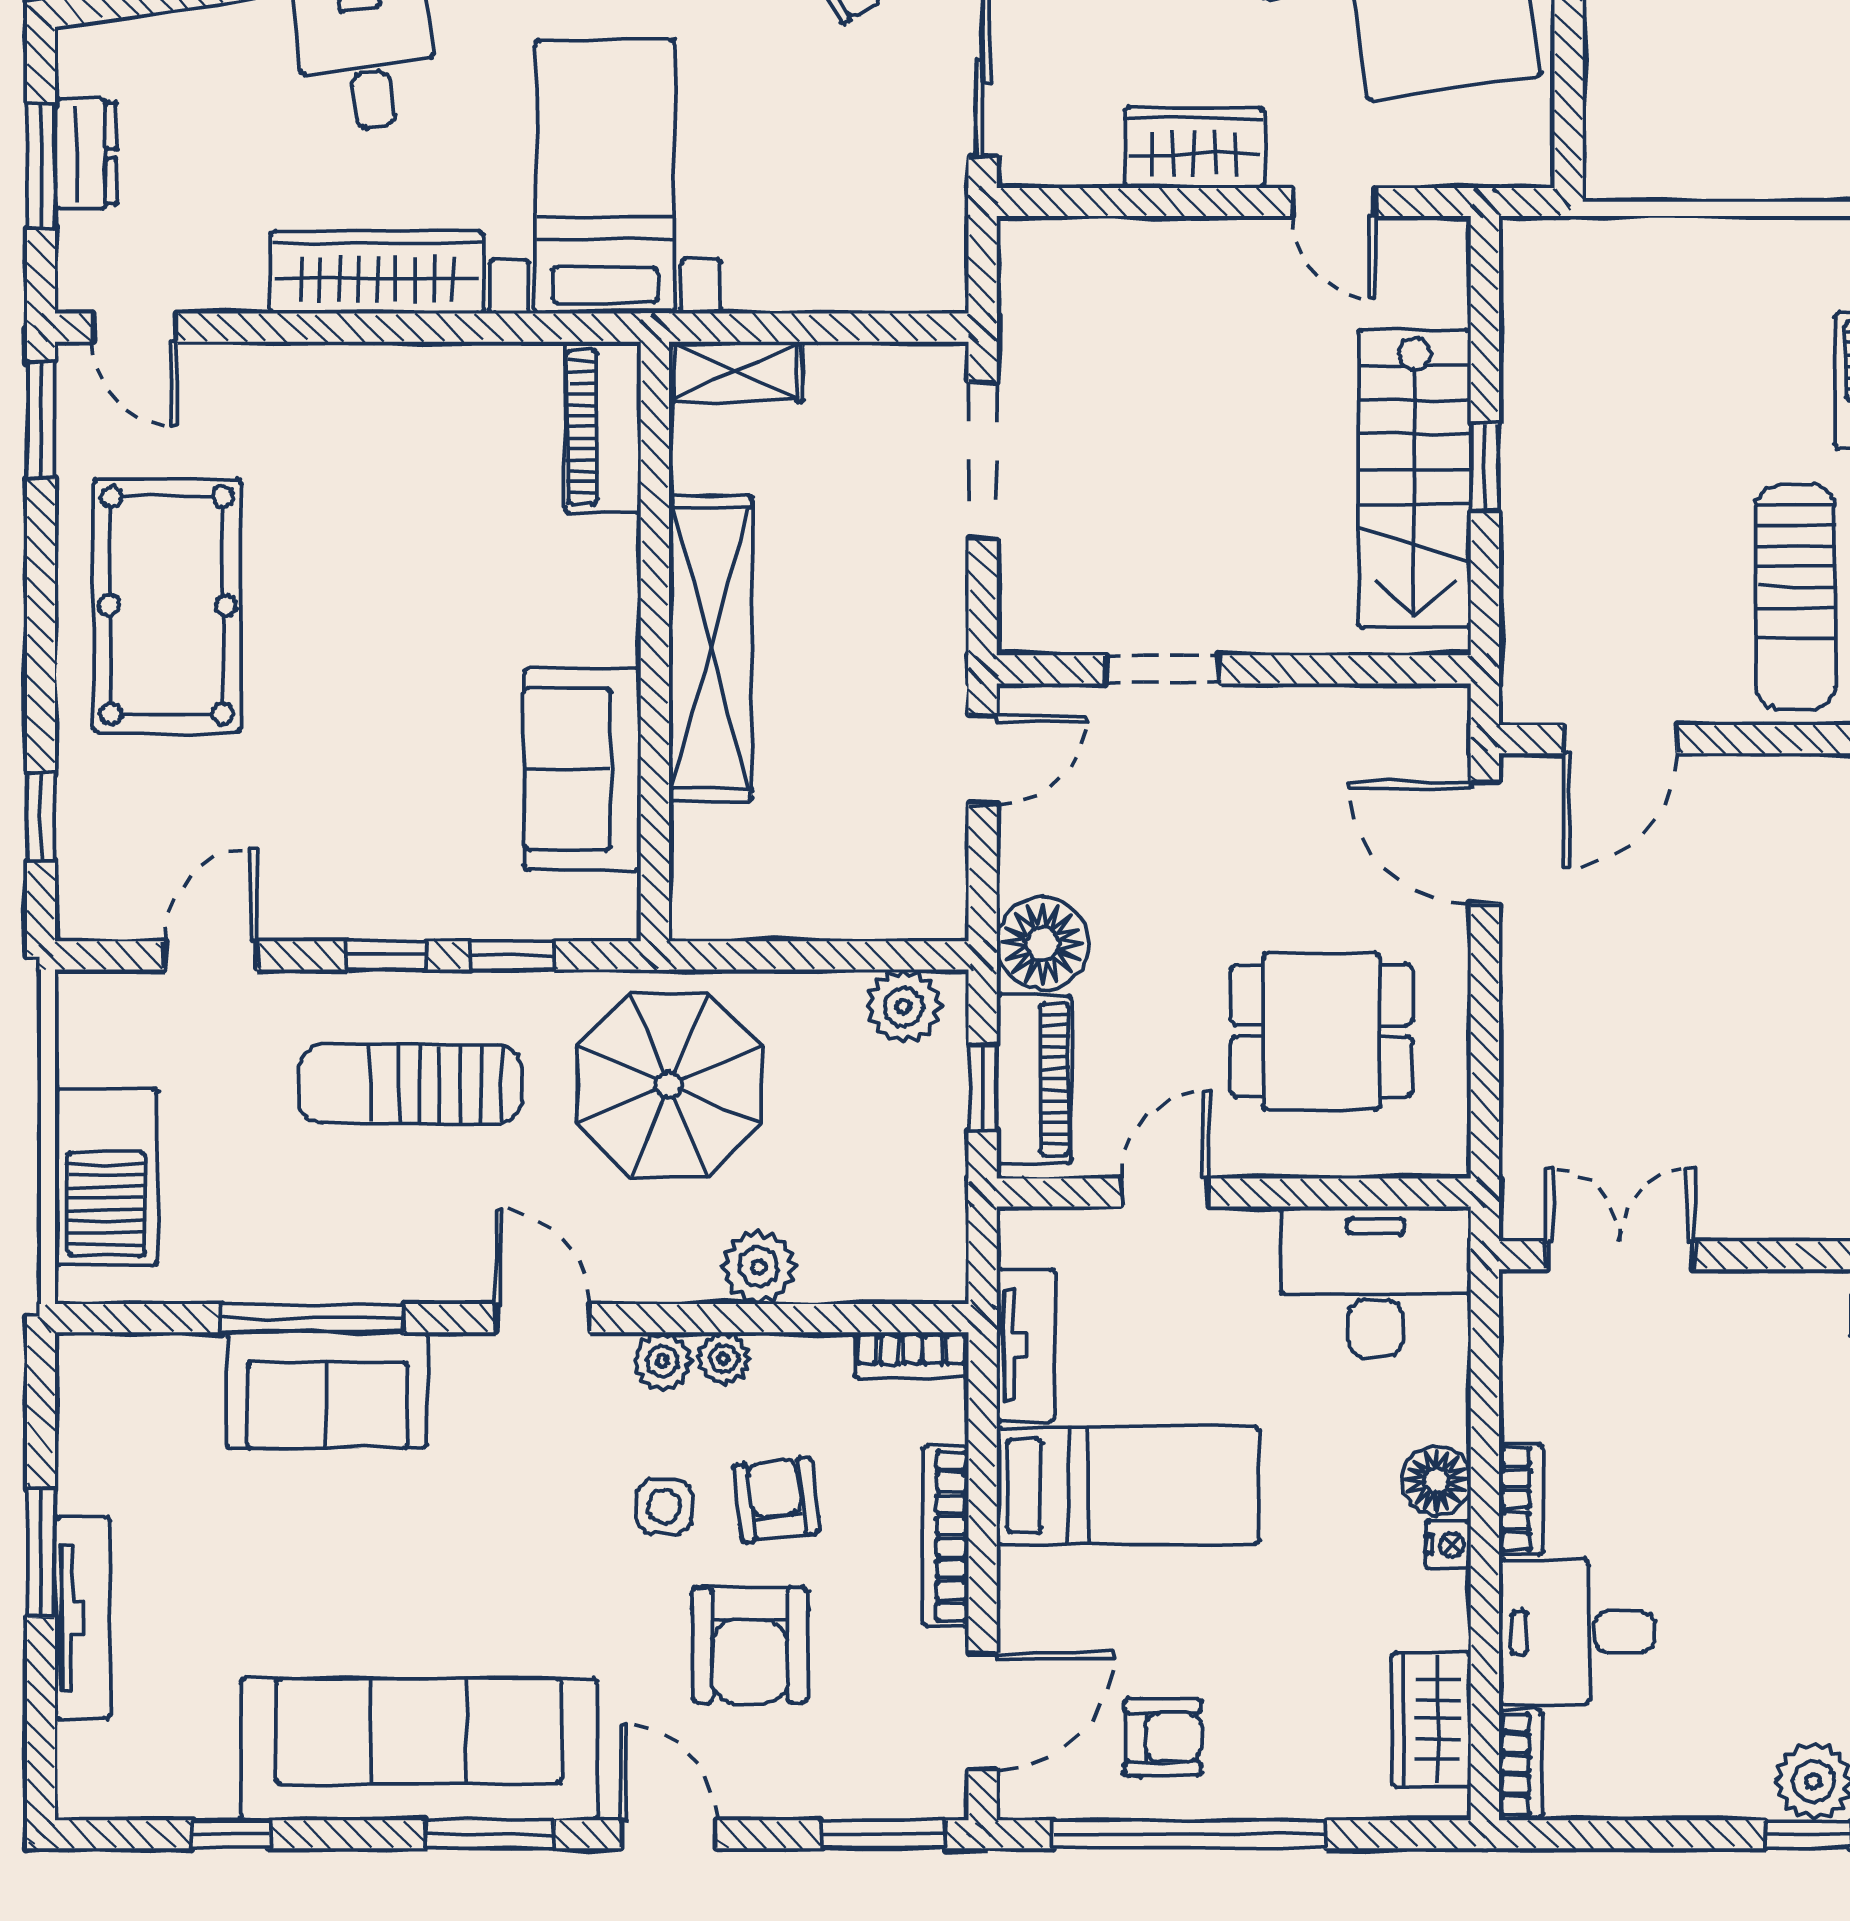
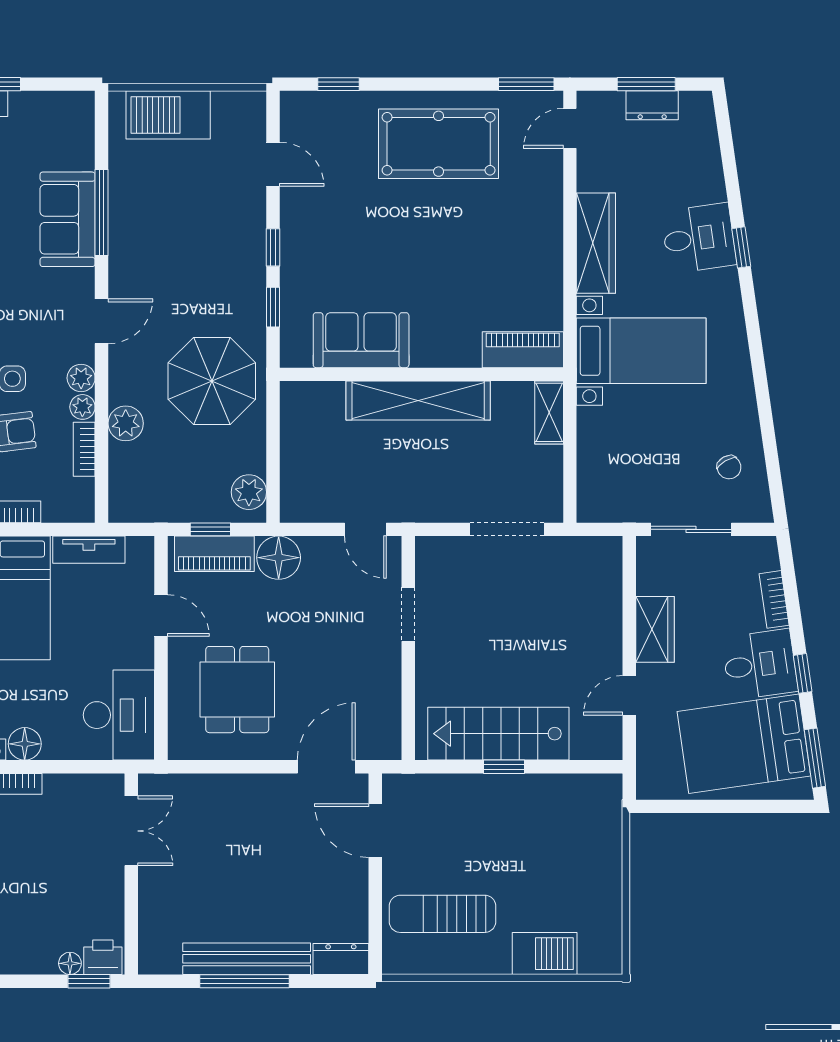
sun lounger: (410, 1084) -> (212, 259), removed
bookcase: (911, 1355) -> (84, 449), moved

